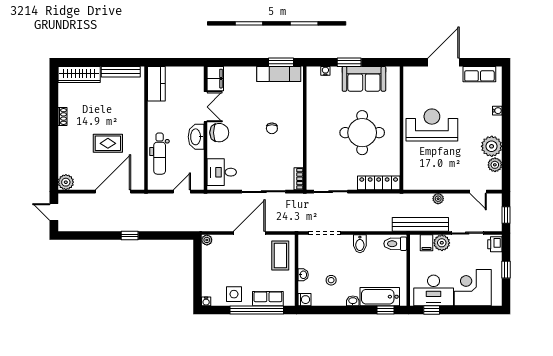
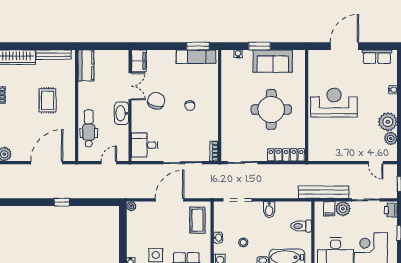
chair: (219, 133) -> (156, 101), moved, turned -75
rug: (108, 143) -> (47, 100), moved, turned 90
dental chair: (160, 154) -> (89, 128), turned 180
plant: (438, 199) -> (340, 169), removed
toilet: (395, 244) -> (301, 226), moved

